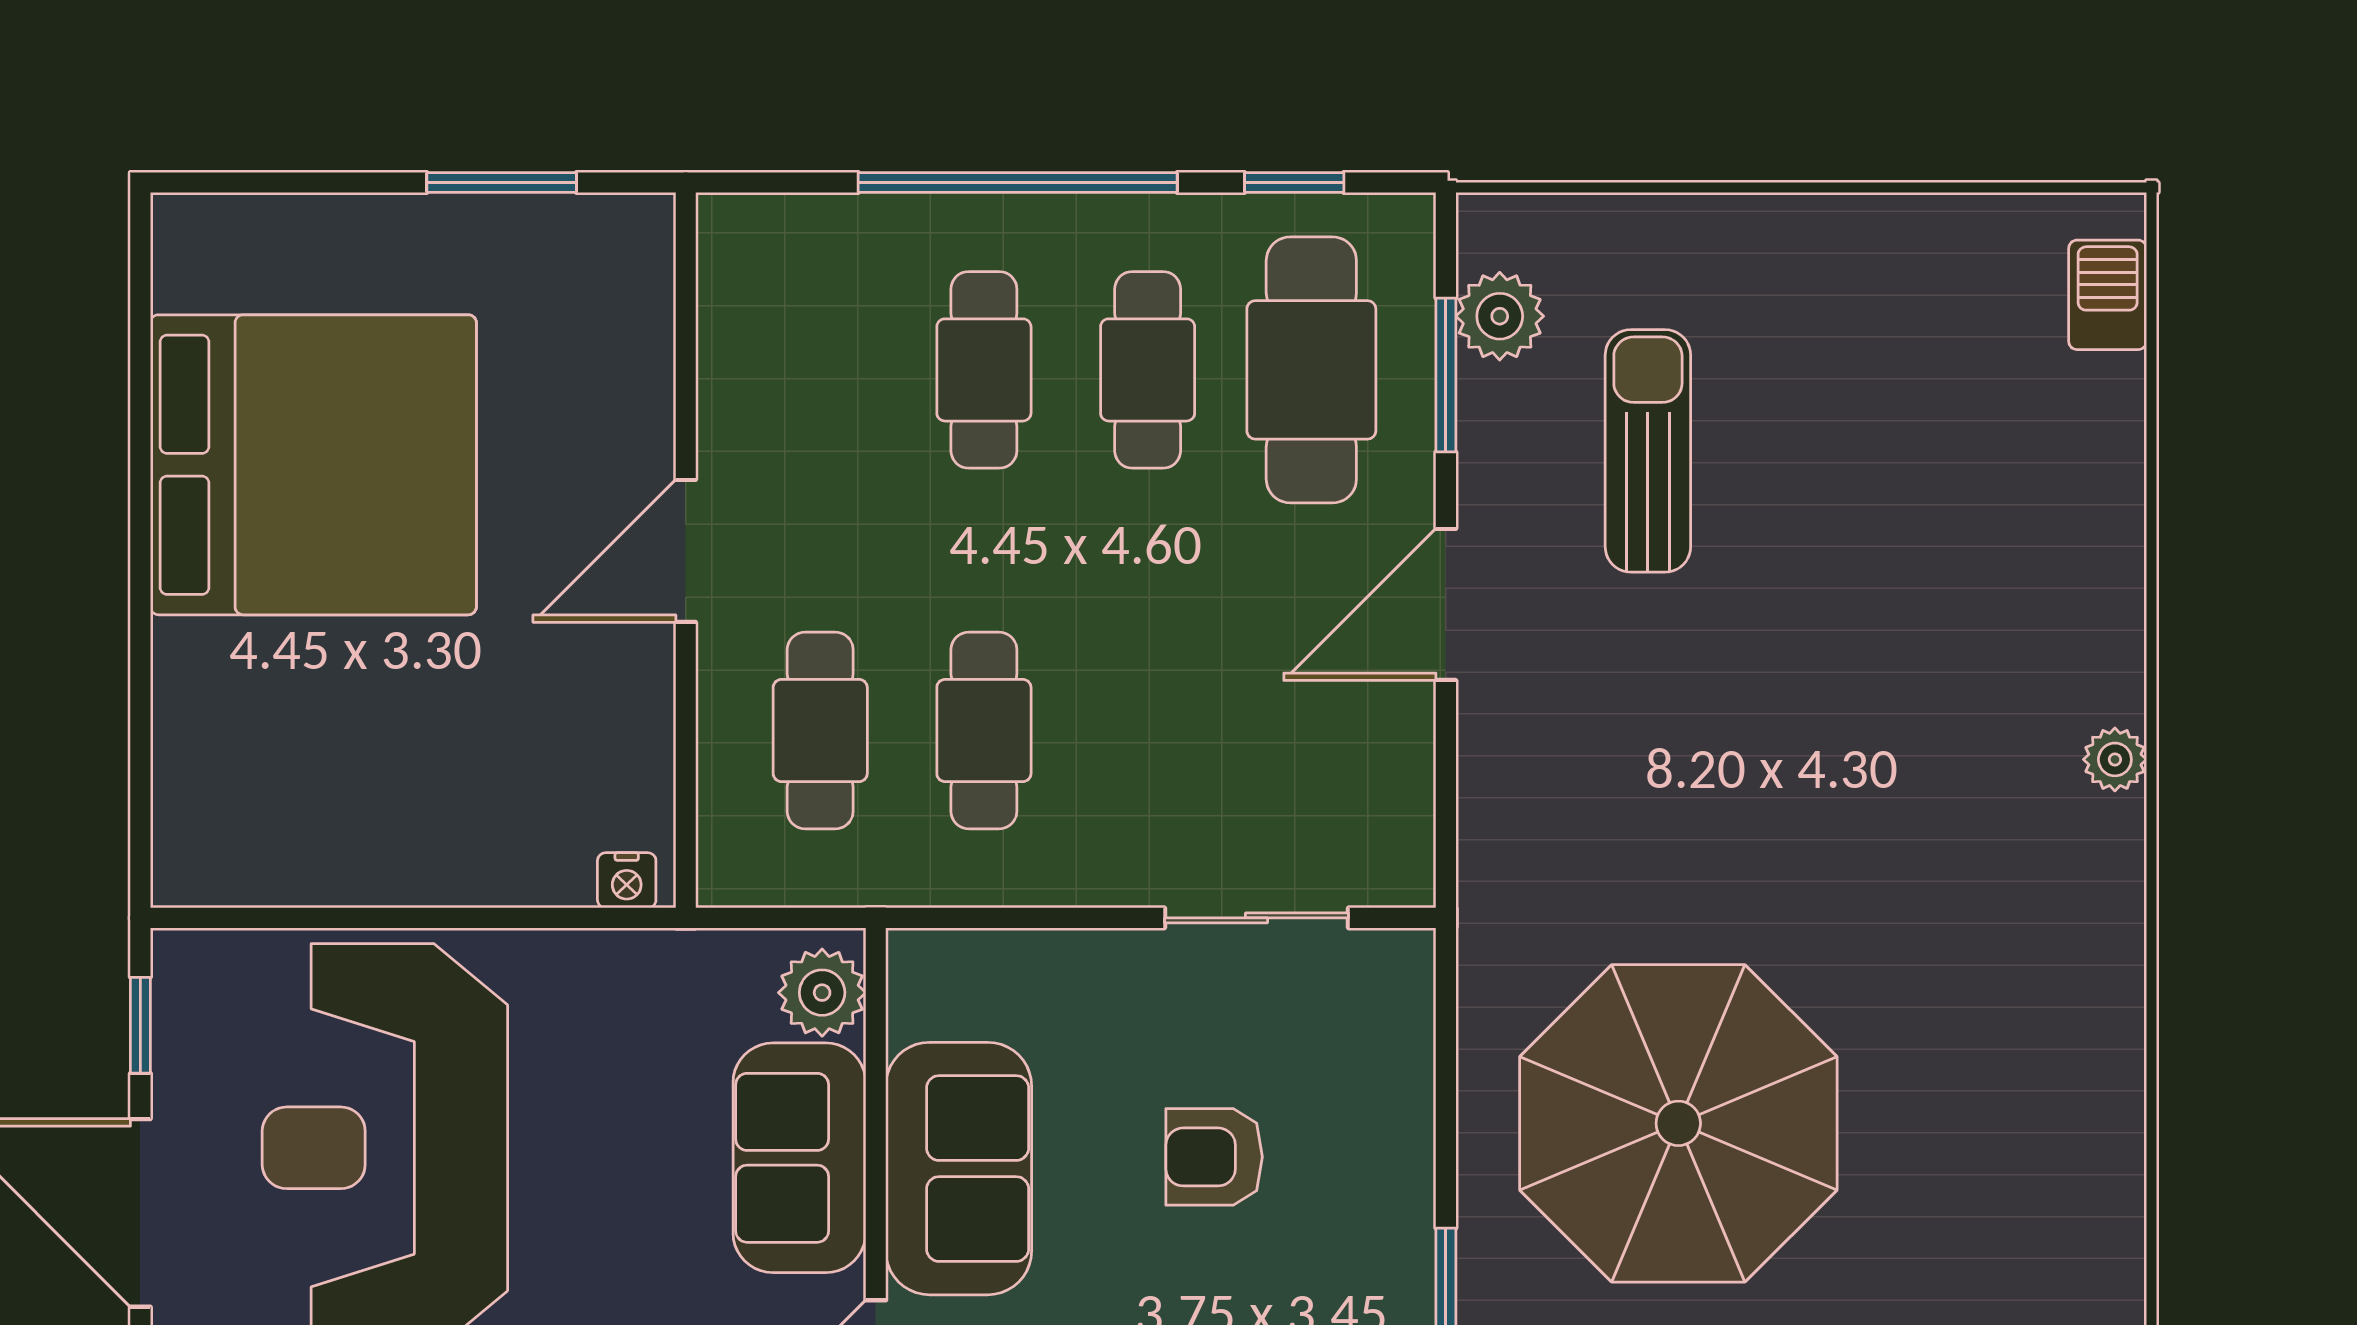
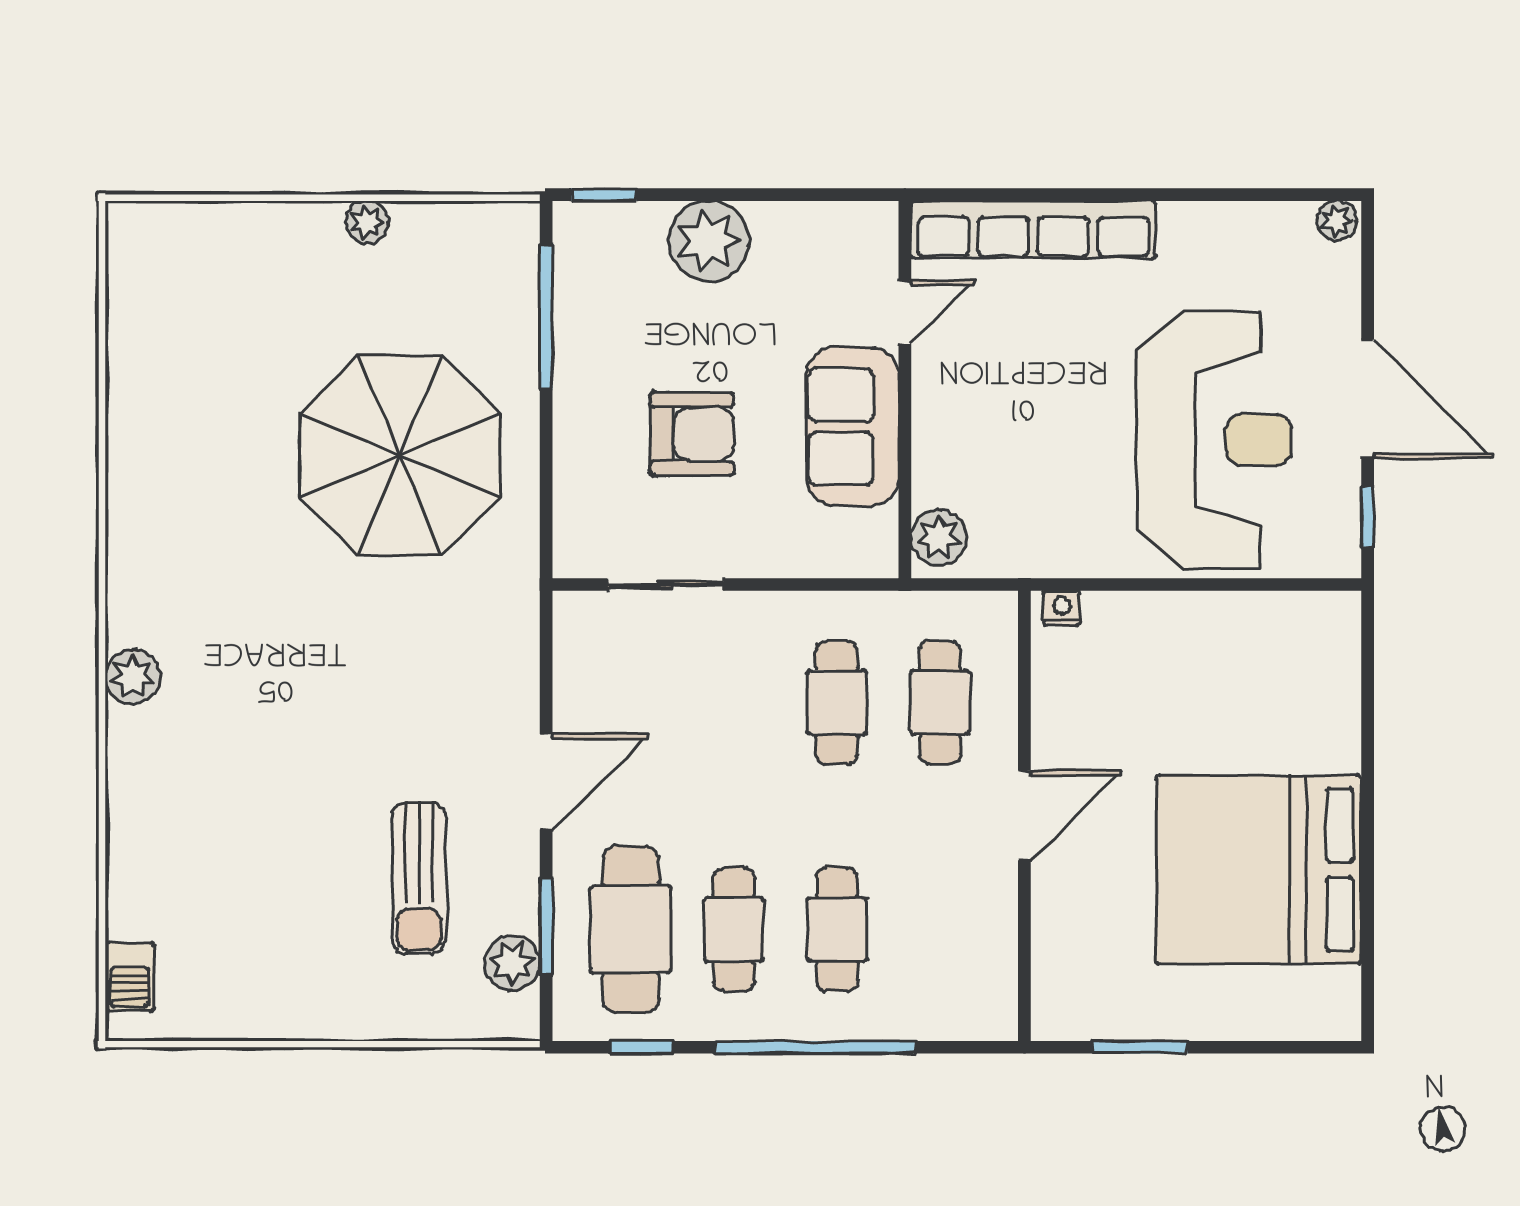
plant: (2115, 759) -> (133, 677), width x1.38, depth x1.38
armchair: (1214, 1157) -> (692, 434), width x1.38, depth x1.38
sofa: (799, 1158) -> (953, 434), removed

